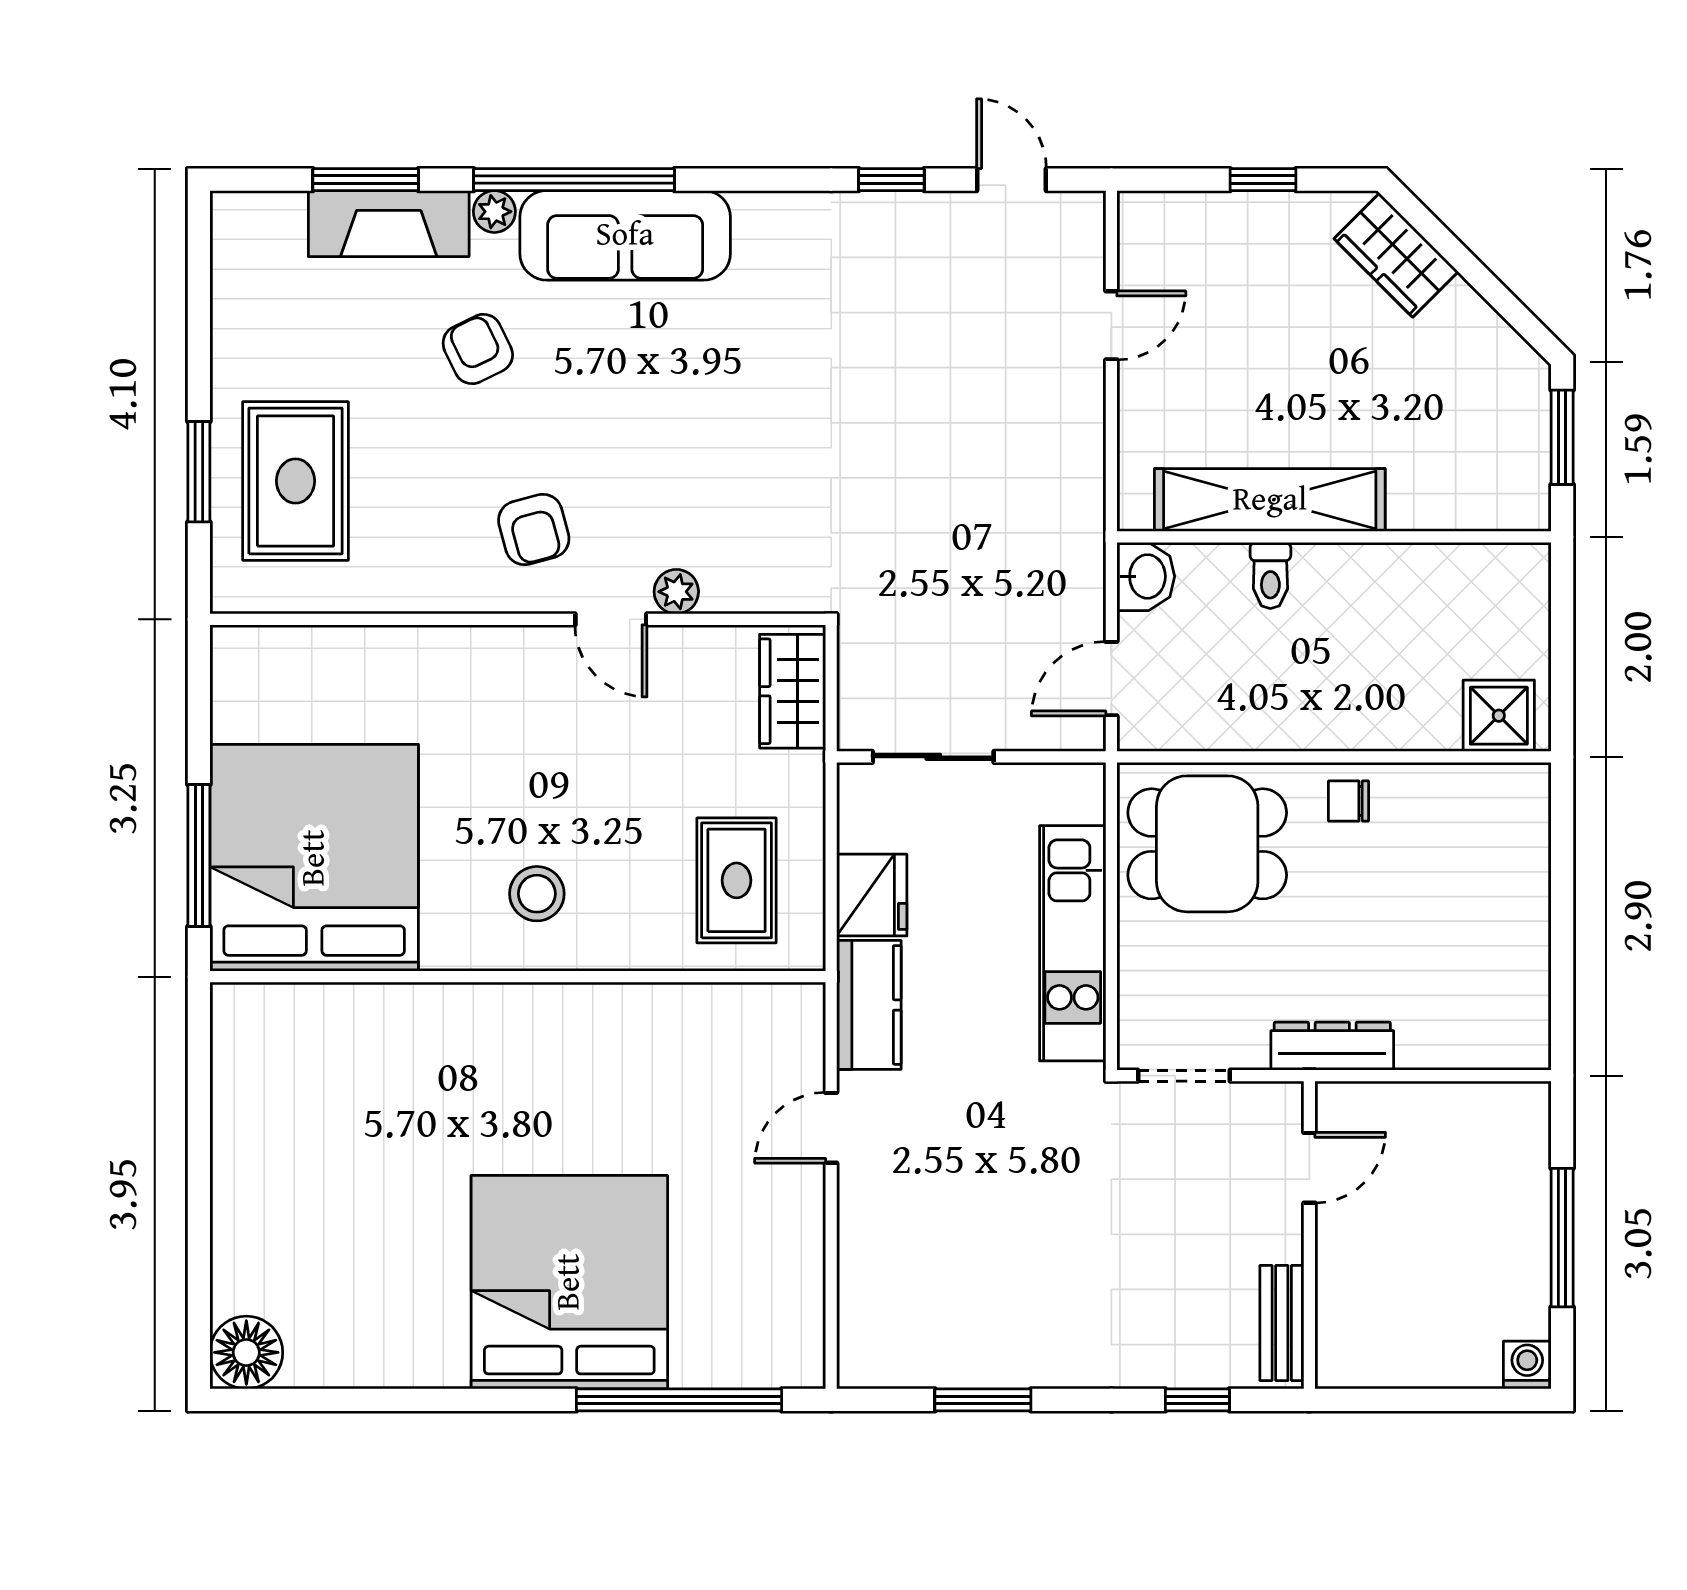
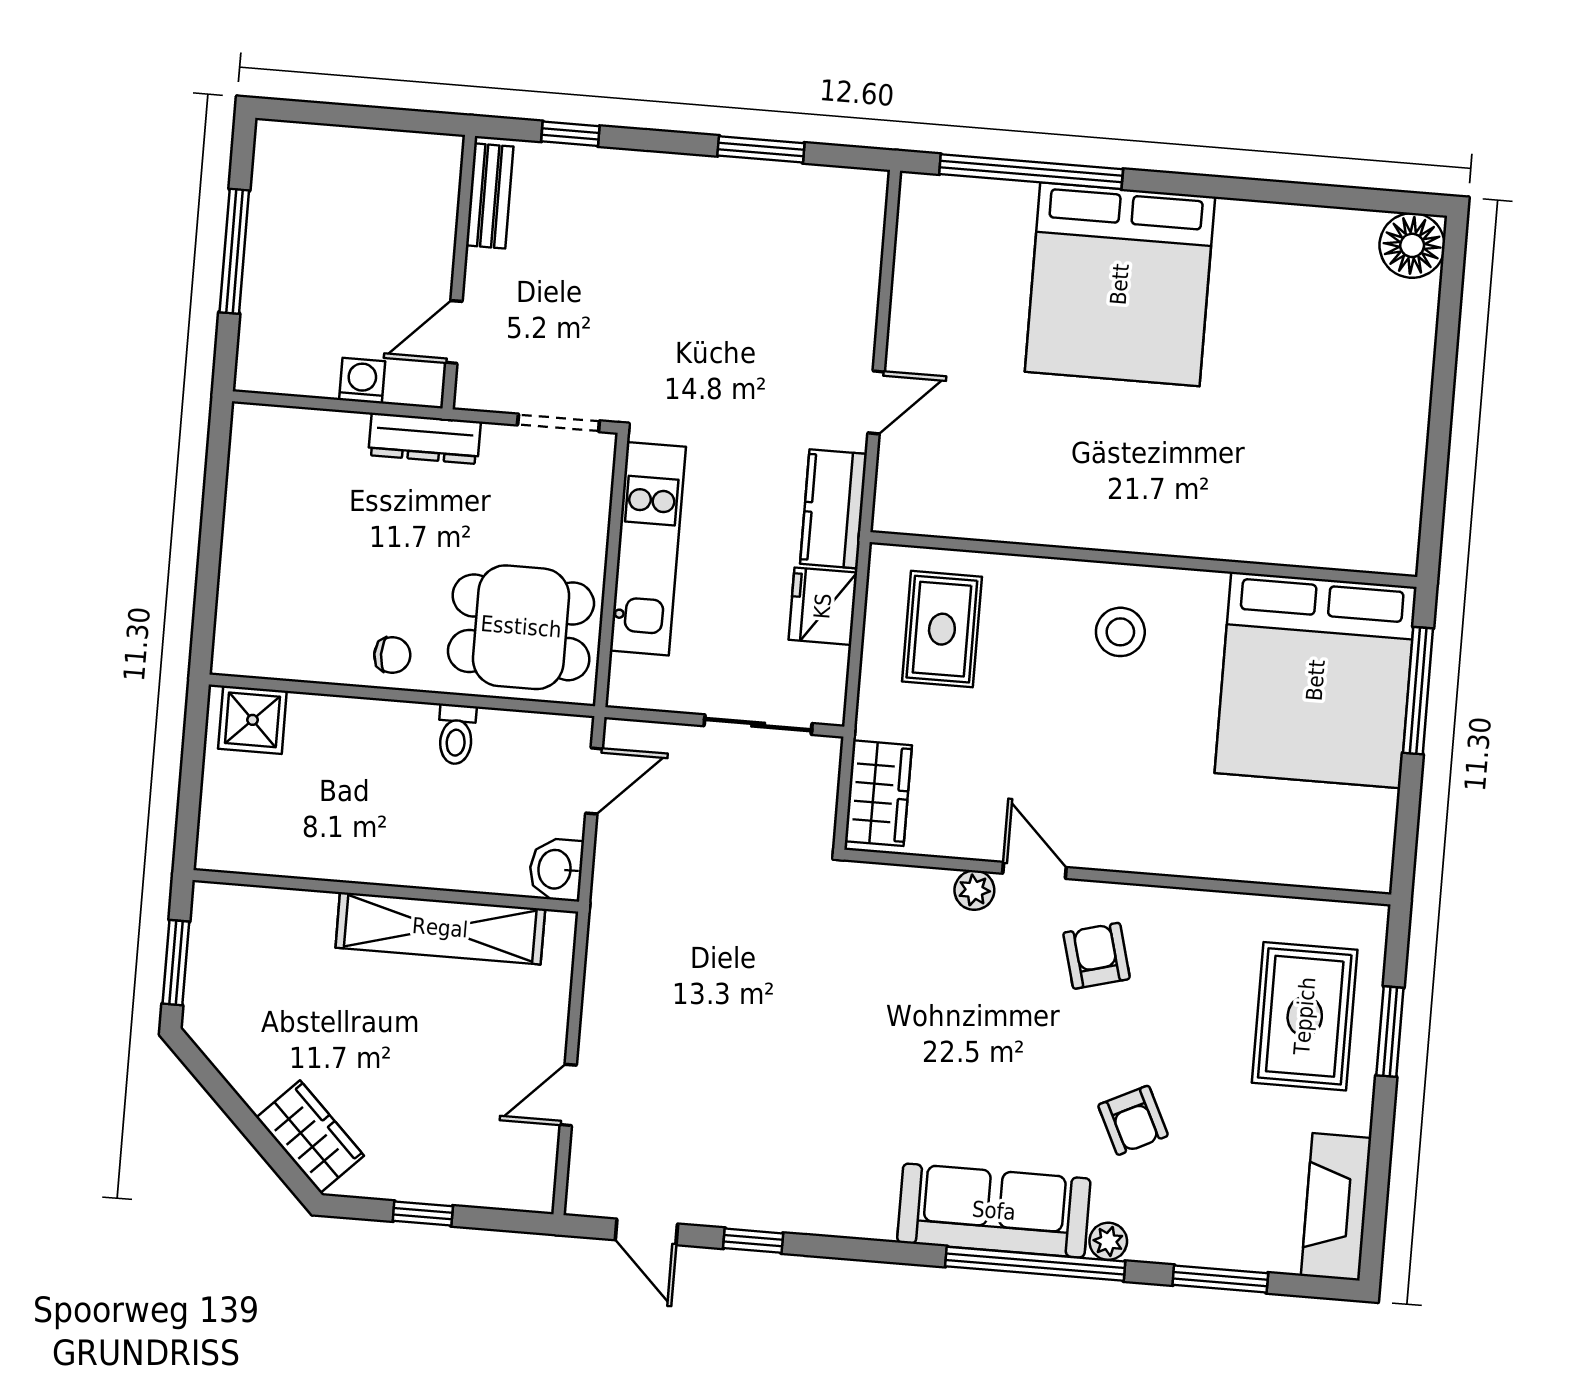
fireplace: (389, 224) -> (1336, 1207), moved, turned -90
toilet: (1270, 575) -> (456, 734), moved, turned 180
washing machine: (1527, 1365) -> (362, 381), moved, turned 180

